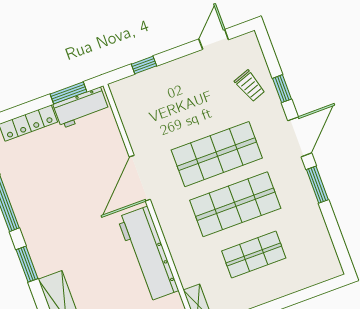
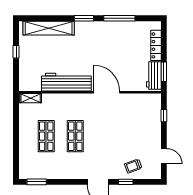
shop shelf: (217, 154) -> (105, 136), removed
window: (317, 185) -> (37, 182), moved
shop shelf: (235, 204) -> (75, 136), width x0.70, depth x0.74

